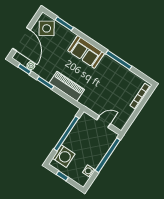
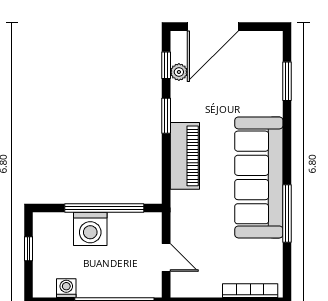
side table: (47, 28) -> (259, 57), removed
sofa: (86, 52) -> (259, 177), width x1.85, depth x1.27
washing machine: (64, 156) -> (90, 229), moved

